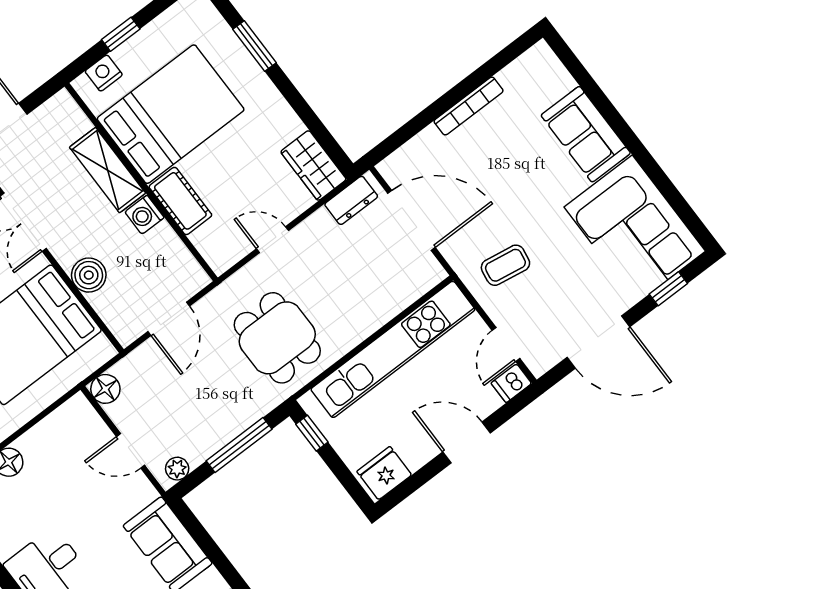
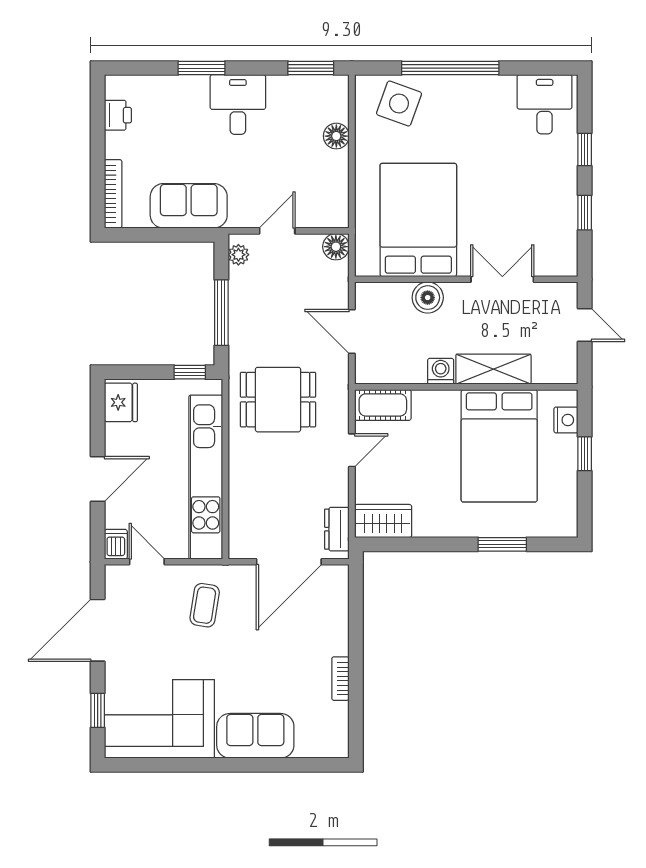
bookcase: (469, 106) -> (340, 679), width x0.64
cot: (180, 201) -> (383, 405), moved

